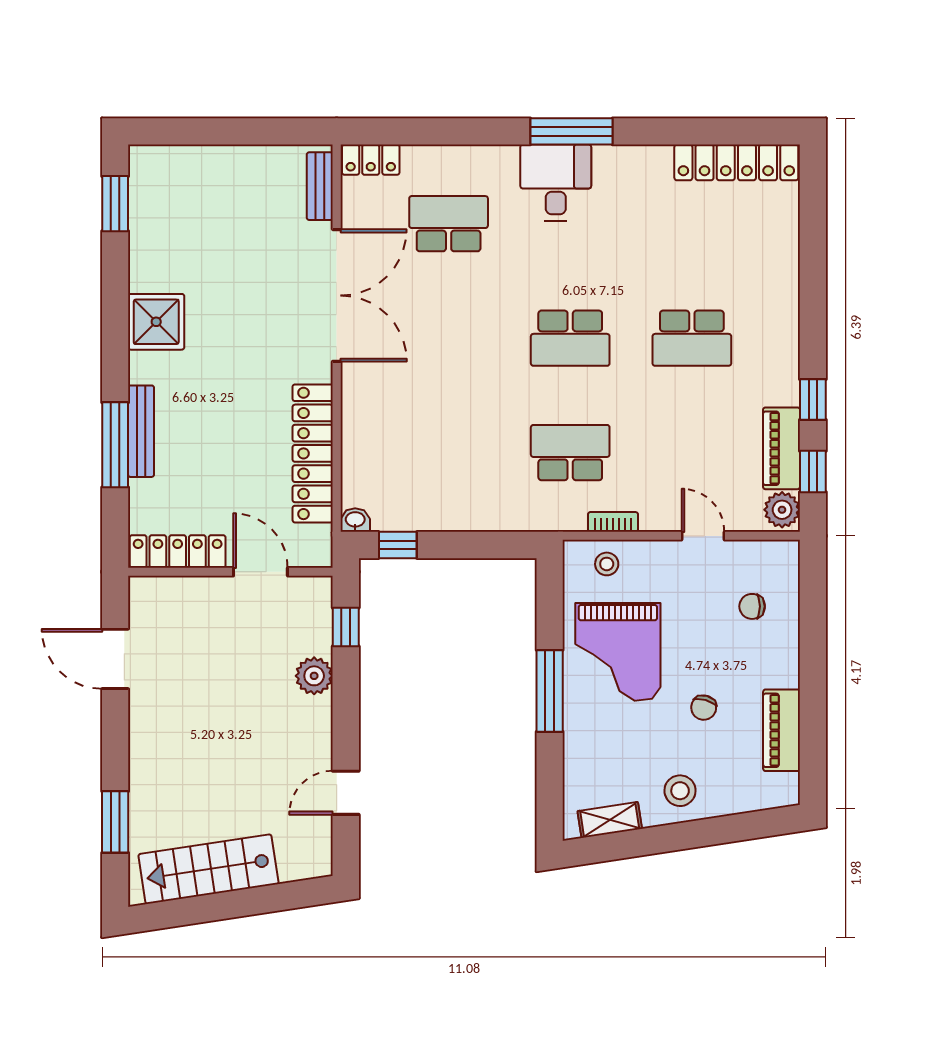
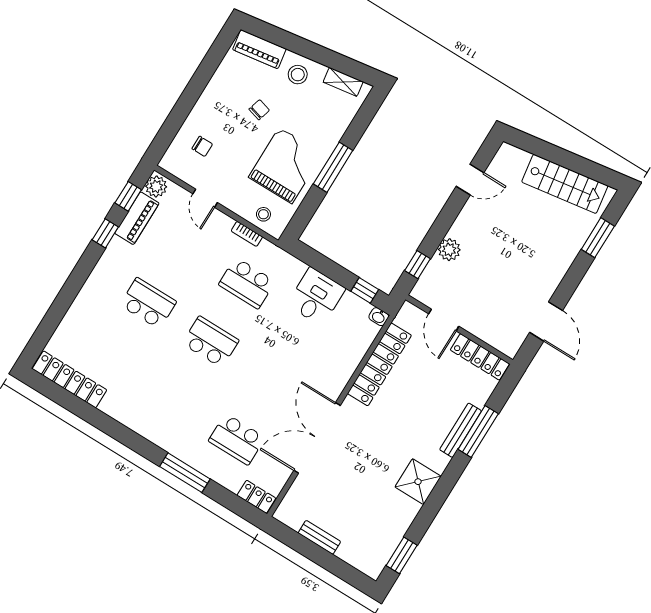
window: (571, 131) -> (185, 473), moved
desk: (556, 182) -> (316, 297), moved, turned 180
bench: (320, 186) -> (319, 537), moved, turned 90
piano: (782, 730) -> (259, 49), moved, turned 81

